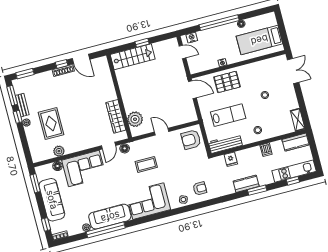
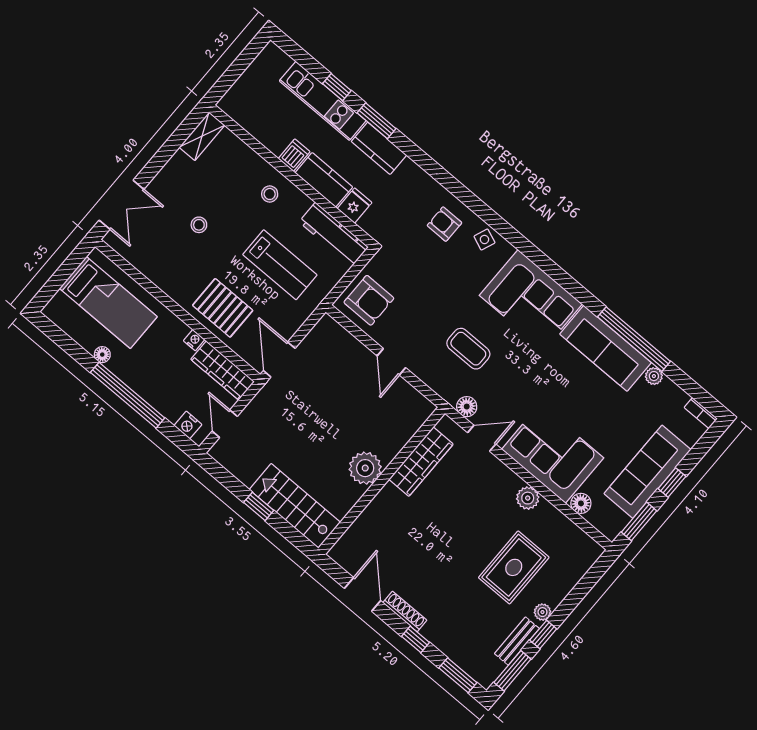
window: (62, 64) -> (416, 639), moved
wardrobe: (203, 65) -> (223, 370), added
double door: (293, 71) -> (121, 205), swing flipped
lab bench: (228, 115) -> (280, 265), turned 180
plant: (135, 119) -> (365, 468), moved
kitchen counter: (296, 142) -> (324, 180), moved
plant: (59, 151) -> (528, 498), moved
kitchen unit: (294, 171) -> (323, 101), moved
window: (293, 181) -> (337, 87), moved
window: (46, 224) -> (672, 483), moved

